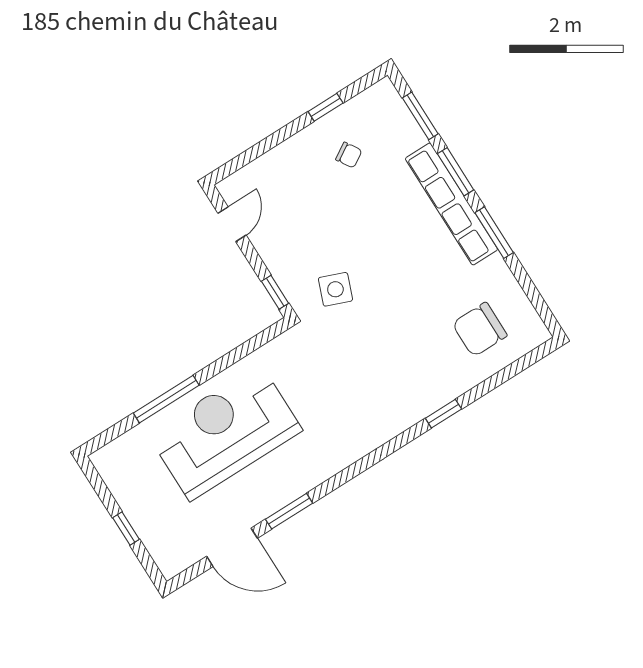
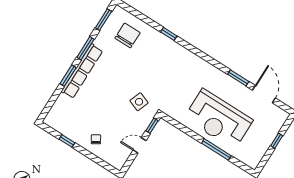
window: (420, 116) -> (103, 20), moved
chair: (349, 155) -> (96, 139), moved
door: (232, 224) -> (140, 145), moved
chair: (480, 329) -> (128, 35), turned -90

